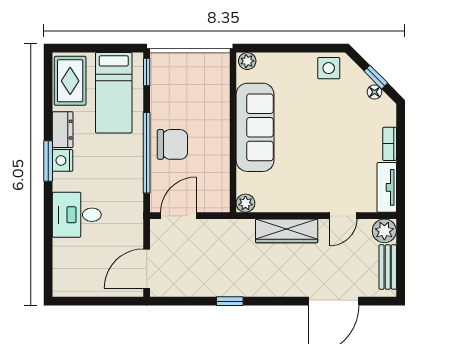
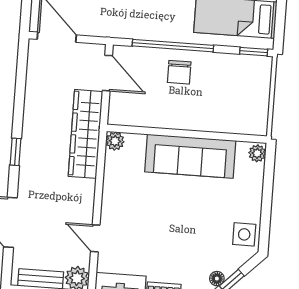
chair: (172, 144) -> (179, 72), width x0.73, depth x0.73
wardrobe: (287, 231) -> (85, 134), moved, width x1.40, depth x1.17
window: (230, 301) -> (16, 152), moved

